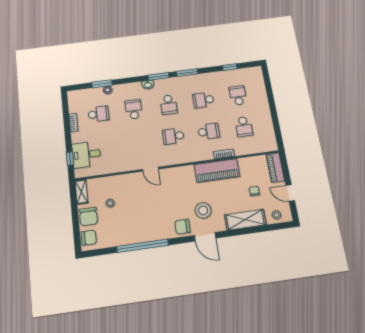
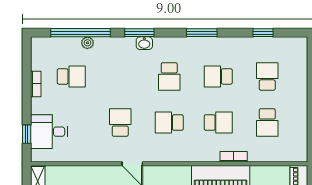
window: (158, 76) -> (139, 33), moved
window: (102, 84) -> (81, 33), width x2.11
school desk: (134, 109) -> (120, 123), moved

